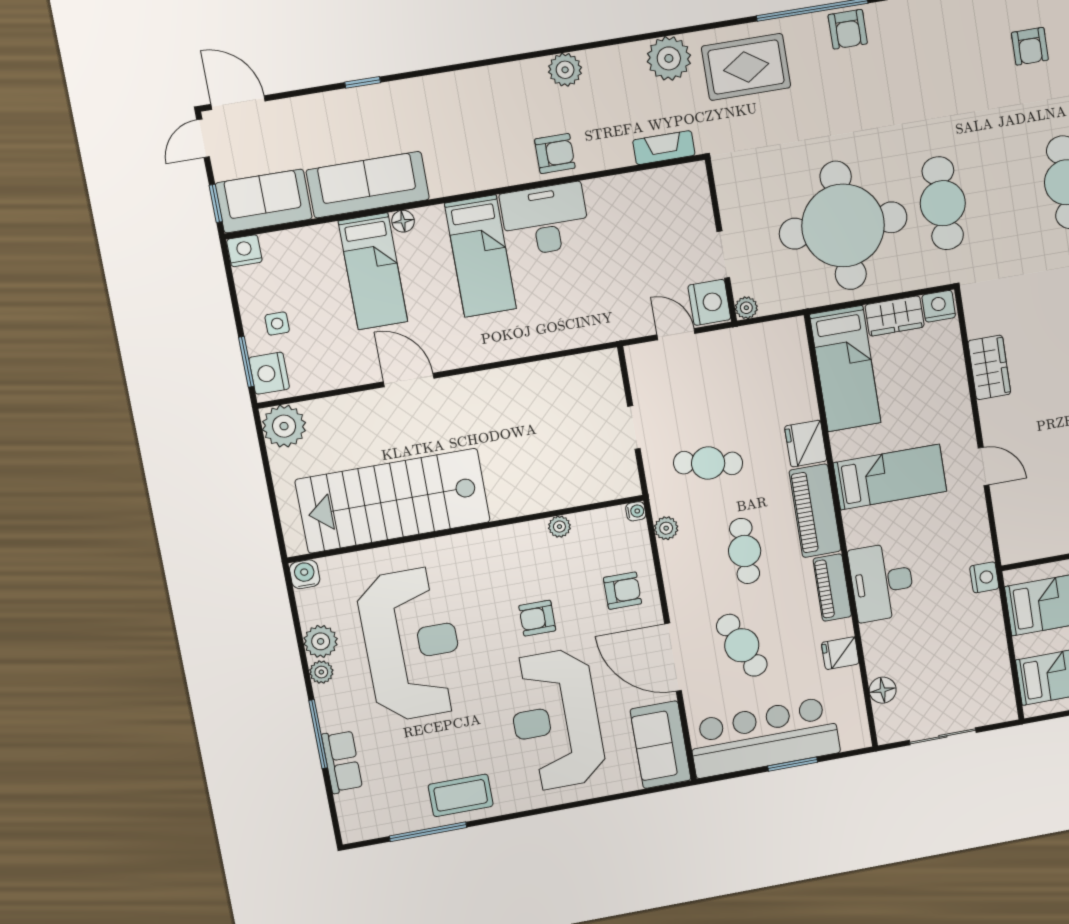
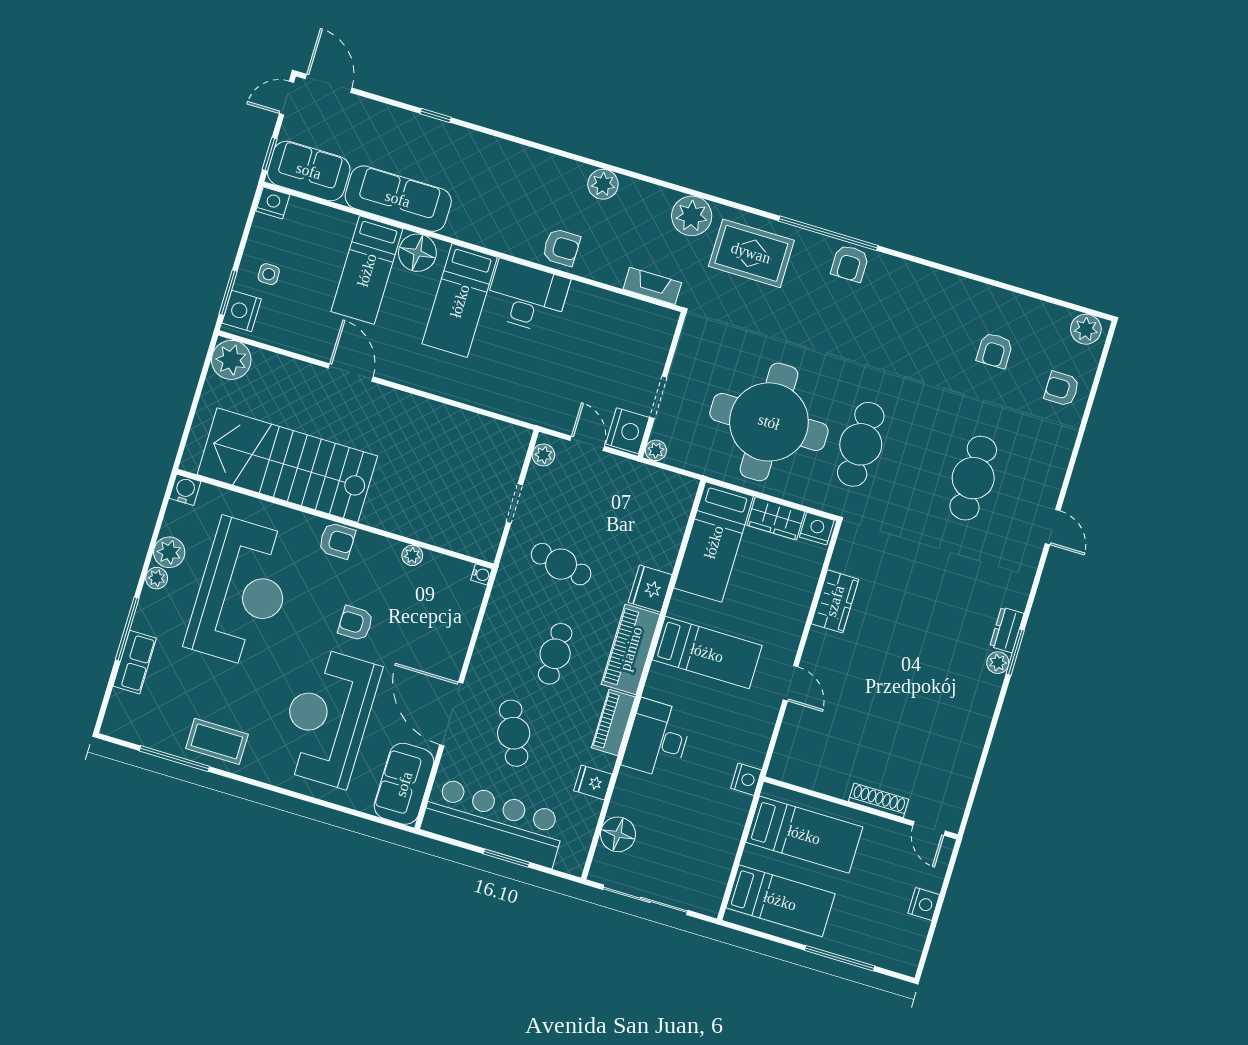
floor lamp: (403, 221) -> (417, 253), width x1.89, depth x1.89
plant: (666, 528) -> (543, 455), moved
armchair: (622, 591) -> (337, 541), moved
floor lamp: (883, 690) -> (618, 834), width x1.38, depth x1.38
sliding door: (943, 736) -> (645, 900), width x1.37

